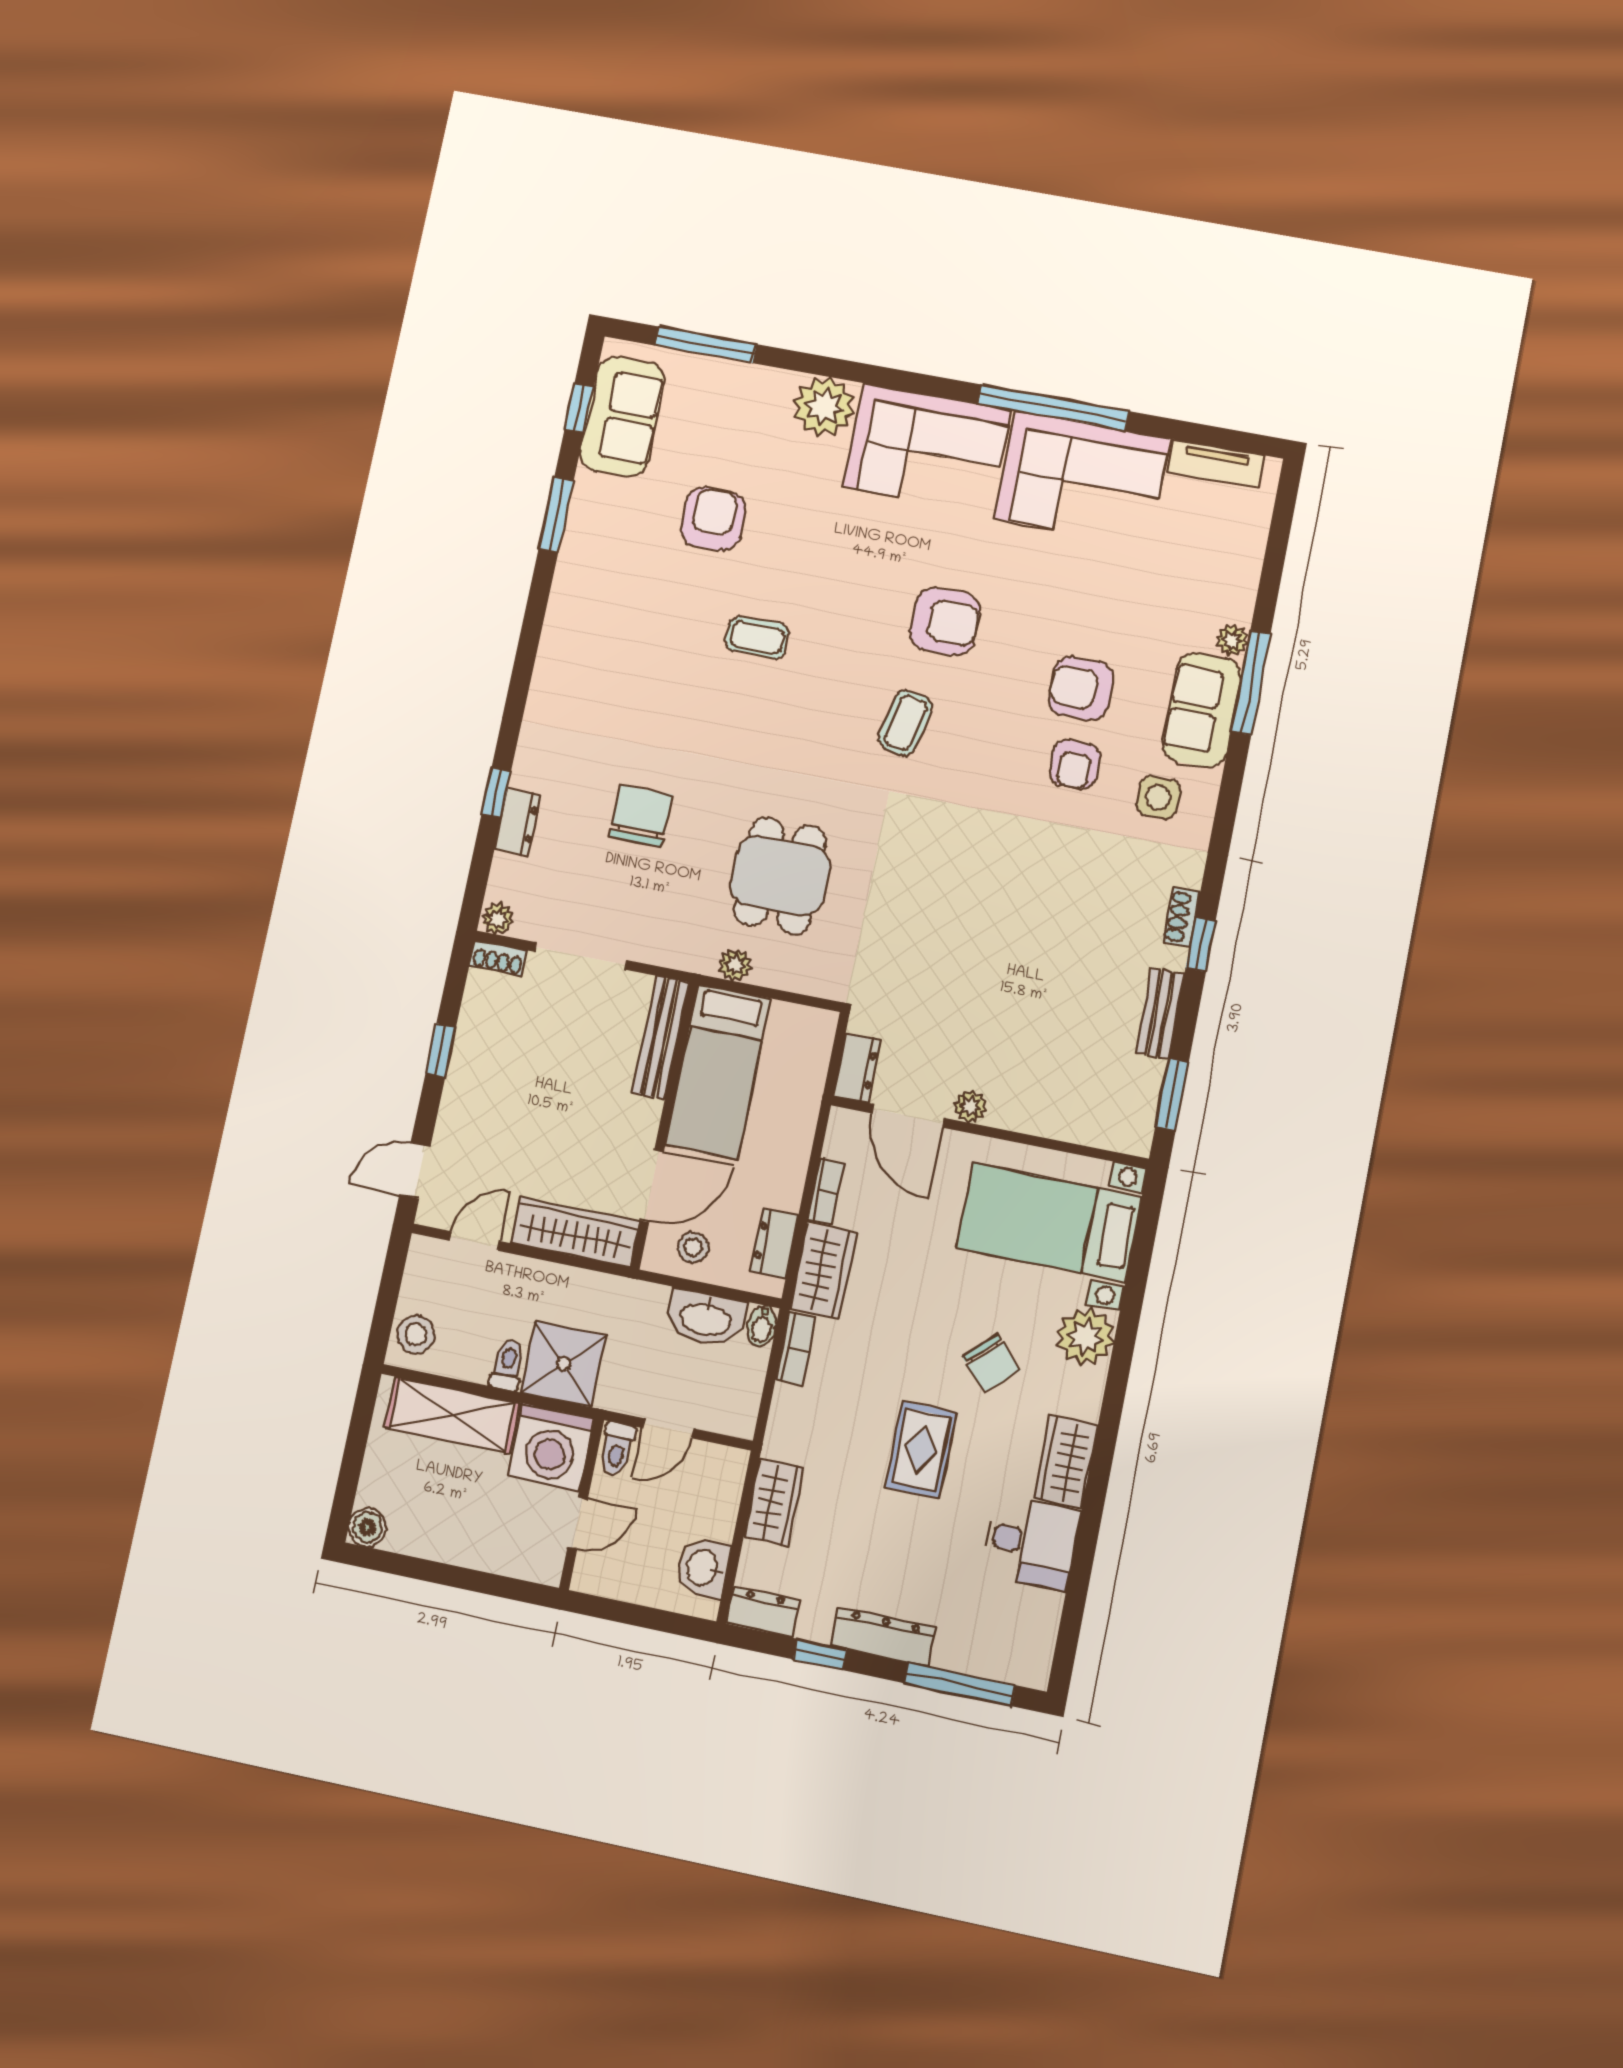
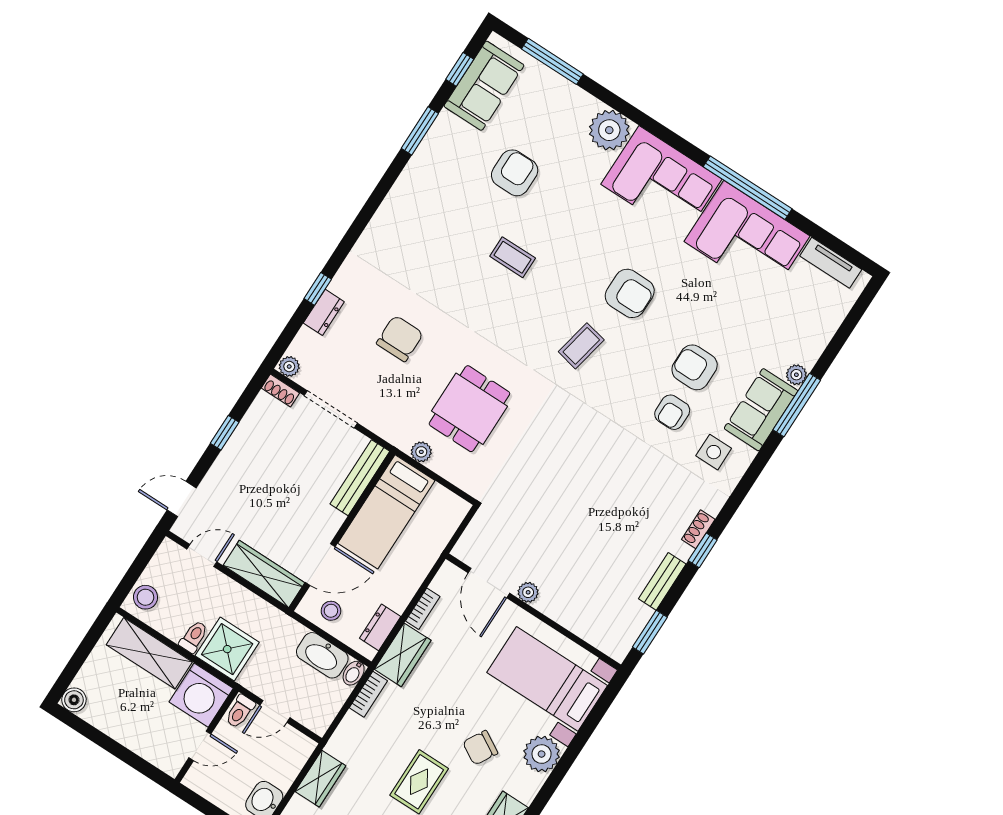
dresser: (857, 1068) -> (470, 542), removed
chair: (991, 1363) -> (480, 748), turned 73

